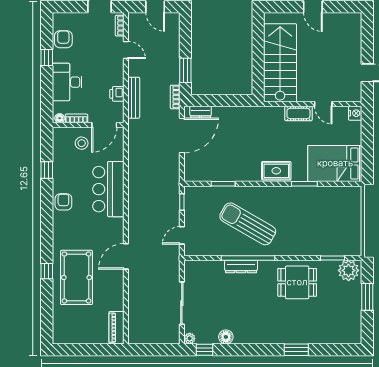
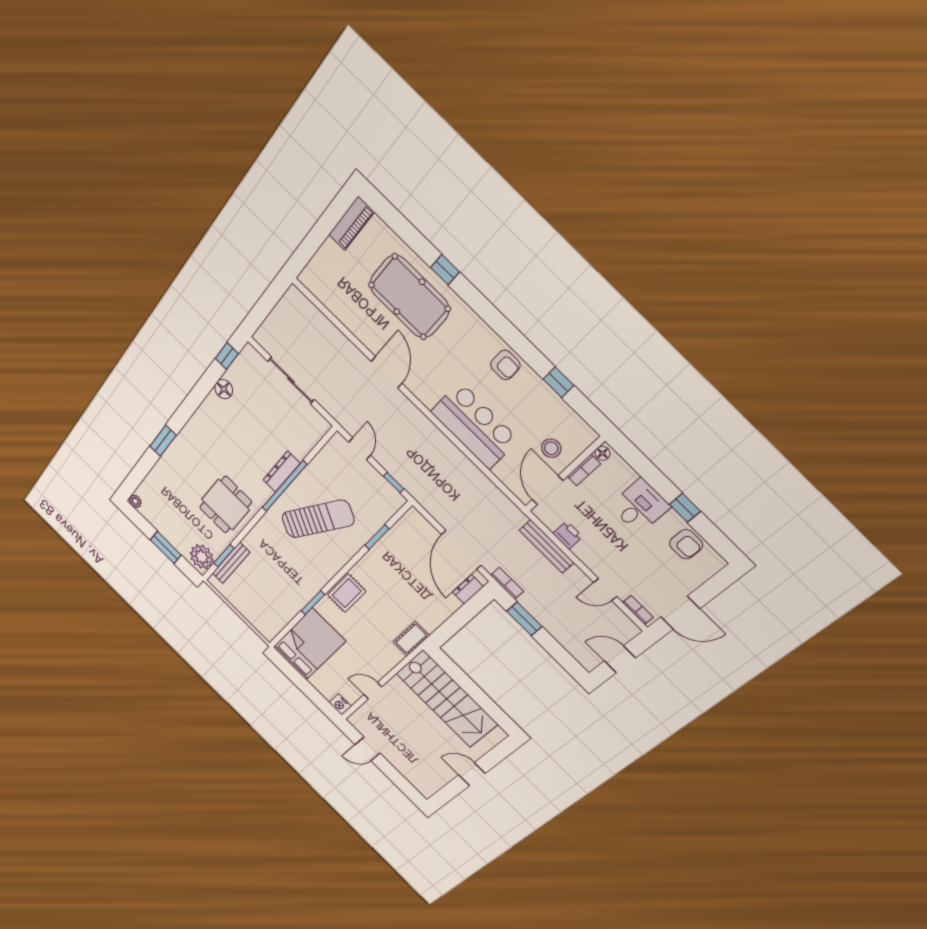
desk: (67, 82) -> (640, 506), width x0.73
cot: (298, 113) -> (411, 639), moved
bench: (332, 250) -> (231, 563), added
piano: (116, 328) -> (351, 223), moved, turned 90
plant: (190, 338) -> (135, 501), moved

